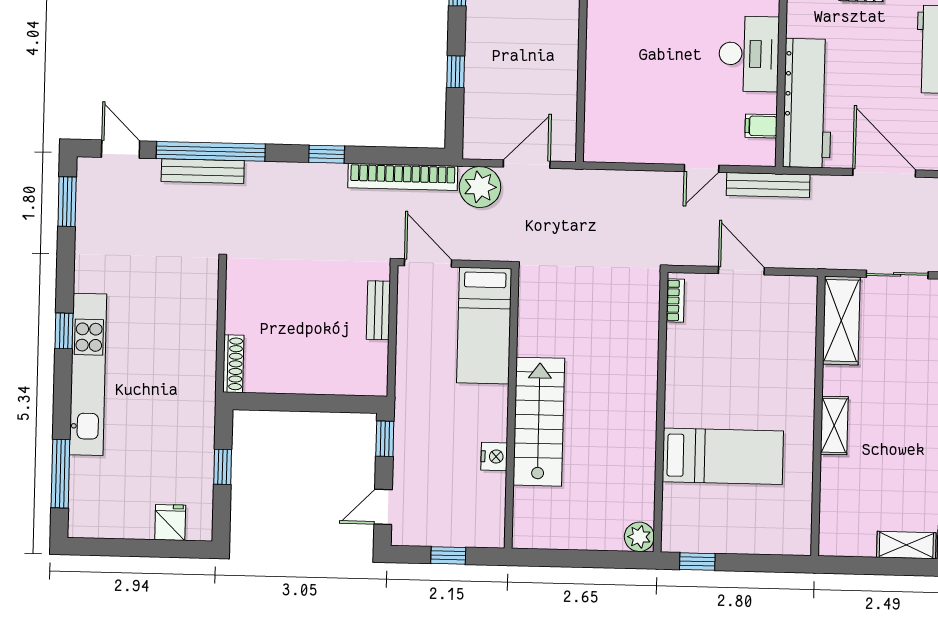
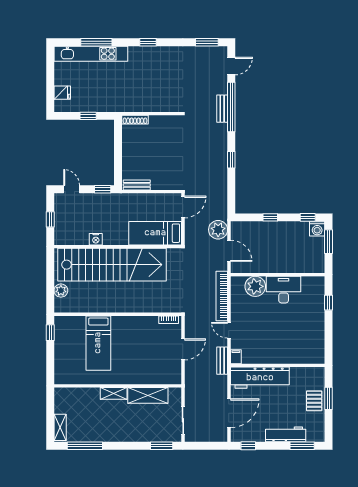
desk: (749, 54) -> (284, 290), moved, turned 180
plant: (607, 108) -> (255, 286), added
filing cabinet: (761, 126) -> (236, 357), moved
bench: (203, 171) -> (222, 109), width x0.73
bookcase: (403, 177) -> (222, 296), moved
bench: (768, 185) -> (222, 361), width x0.73
bench: (378, 310) -> (137, 185), moved
shelving: (841, 321) -> (148, 395), moved
kitchen unit: (88, 374) -> (91, 54), moved
stairs: (539, 422) -> (112, 265), width x1.86, depth x1.51
window: (60, 474) -> (96, 42), moved
plant: (639, 537) -> (61, 291), moved

